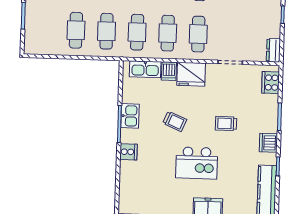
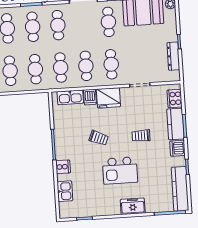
dresser: (273, 50) -> (173, 56), moved, width x1.44
kitchen counter: (269, 113) -> (175, 124), added
kitchen sink: (130, 116) -> (65, 191), moved

